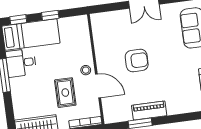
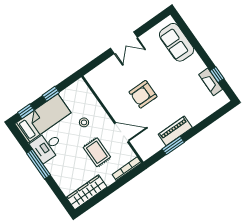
armchair: (137, 60) -> (143, 94), turned 180
stool: (86, 70) -> (84, 122), moved

